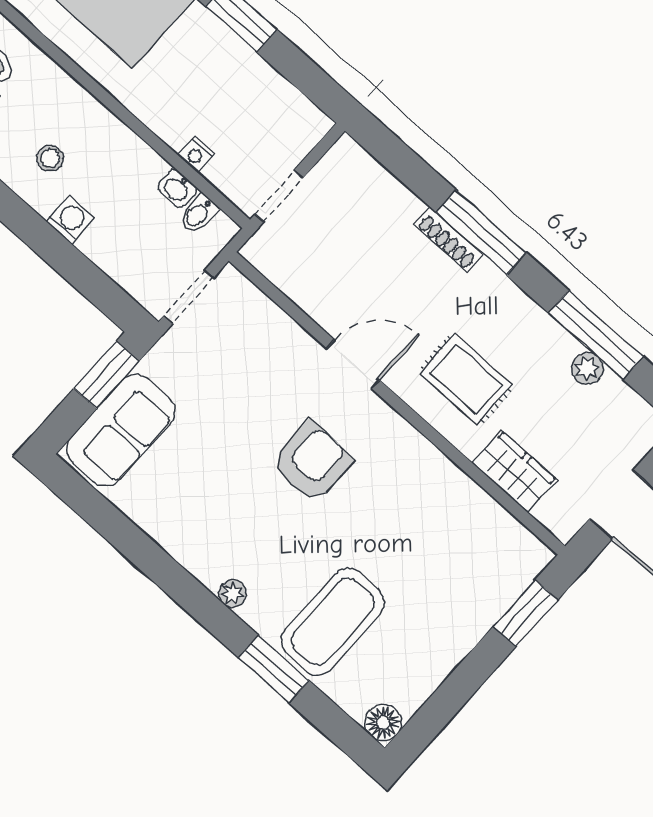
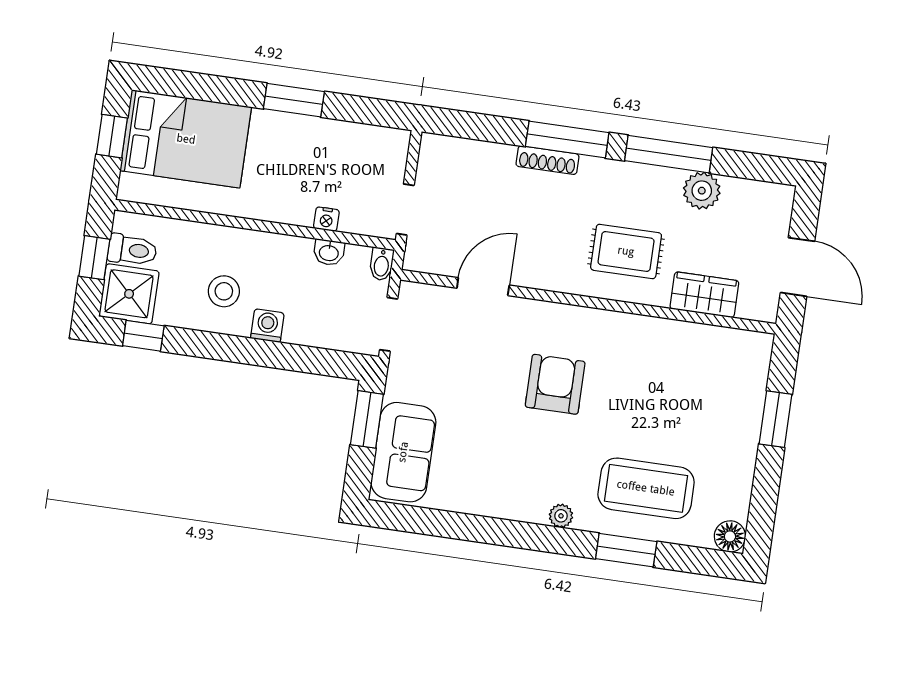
stool: (50, 158) -> (224, 291), width x1.37, depth x1.37
bidet: (199, 214) -> (382, 264), moved
window: (596, 335) -> (669, 154), moved
door: (353, 364) -> (483, 287), moved
plant: (587, 368) -> (702, 191), width x1.38, depth x1.38
window: (526, 613) -> (776, 419), moved
coffee table: (333, 622) -> (646, 488), turned 90

